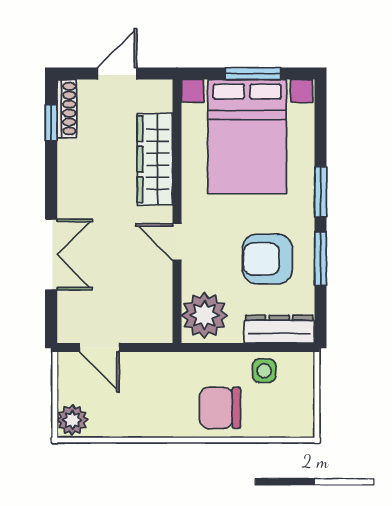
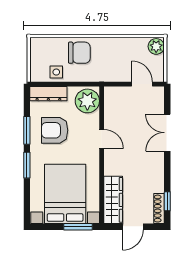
window: (253, 74) -> (78, 227), moved
wardrobe: (155, 159) -> (113, 200), moved
armchair: (267, 259) -> (55, 130), turned 180

